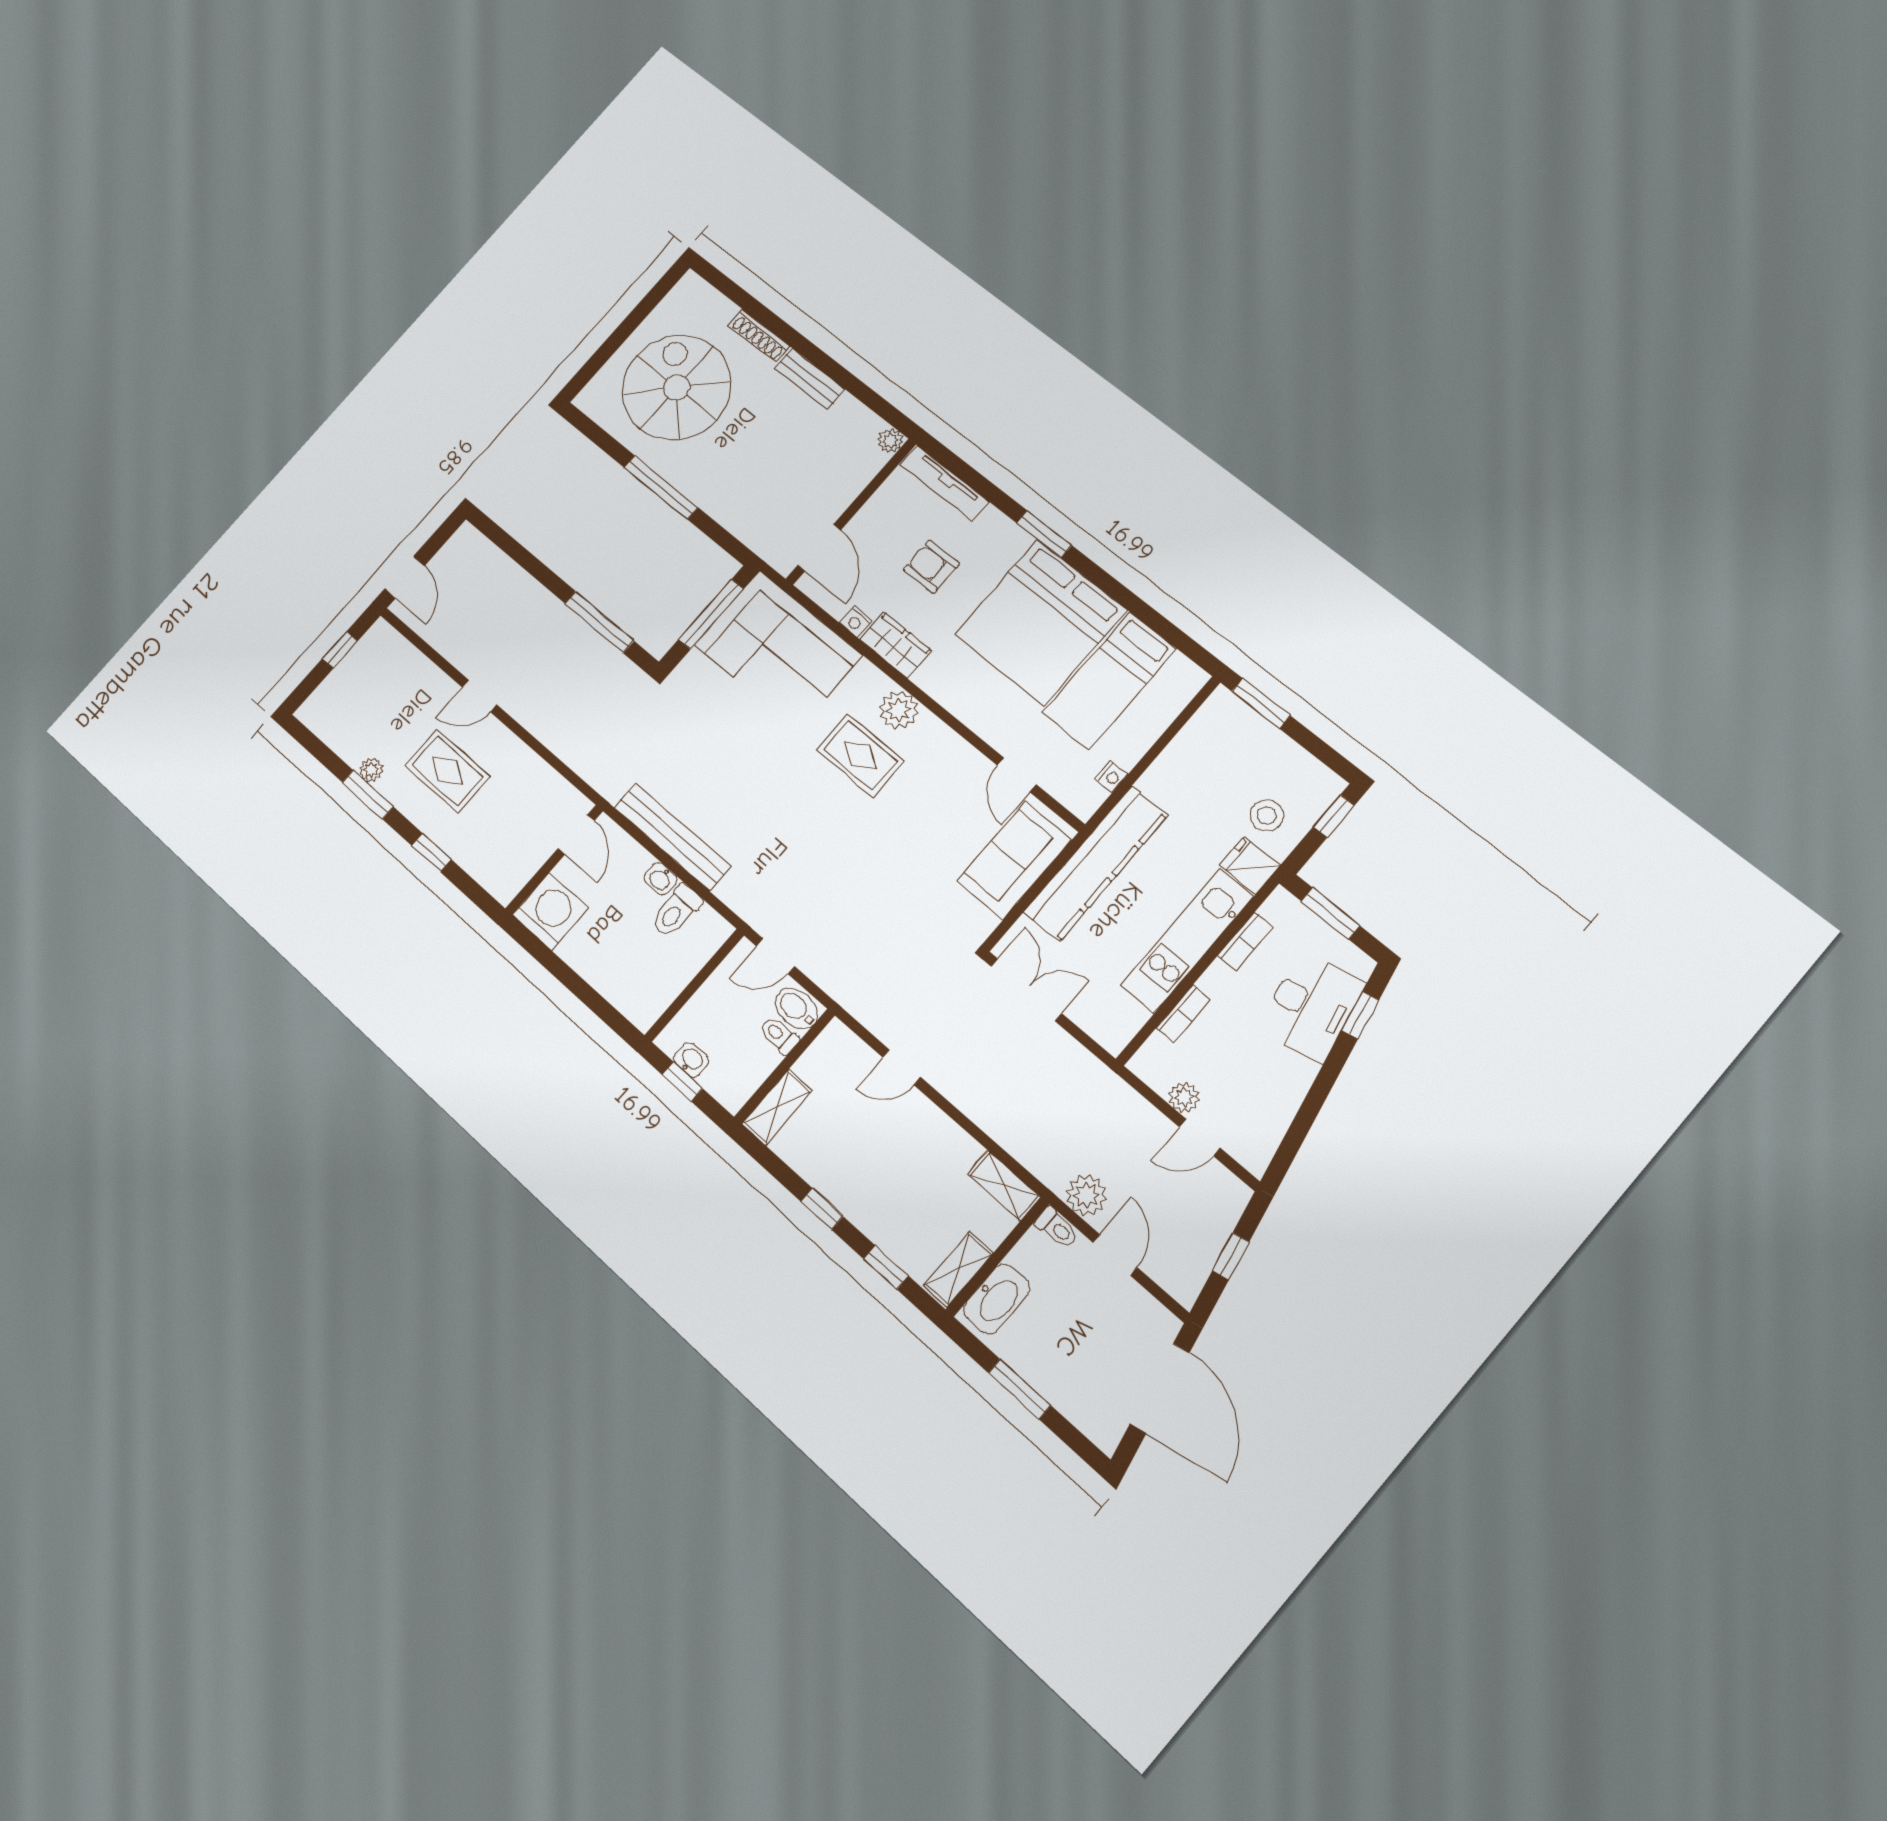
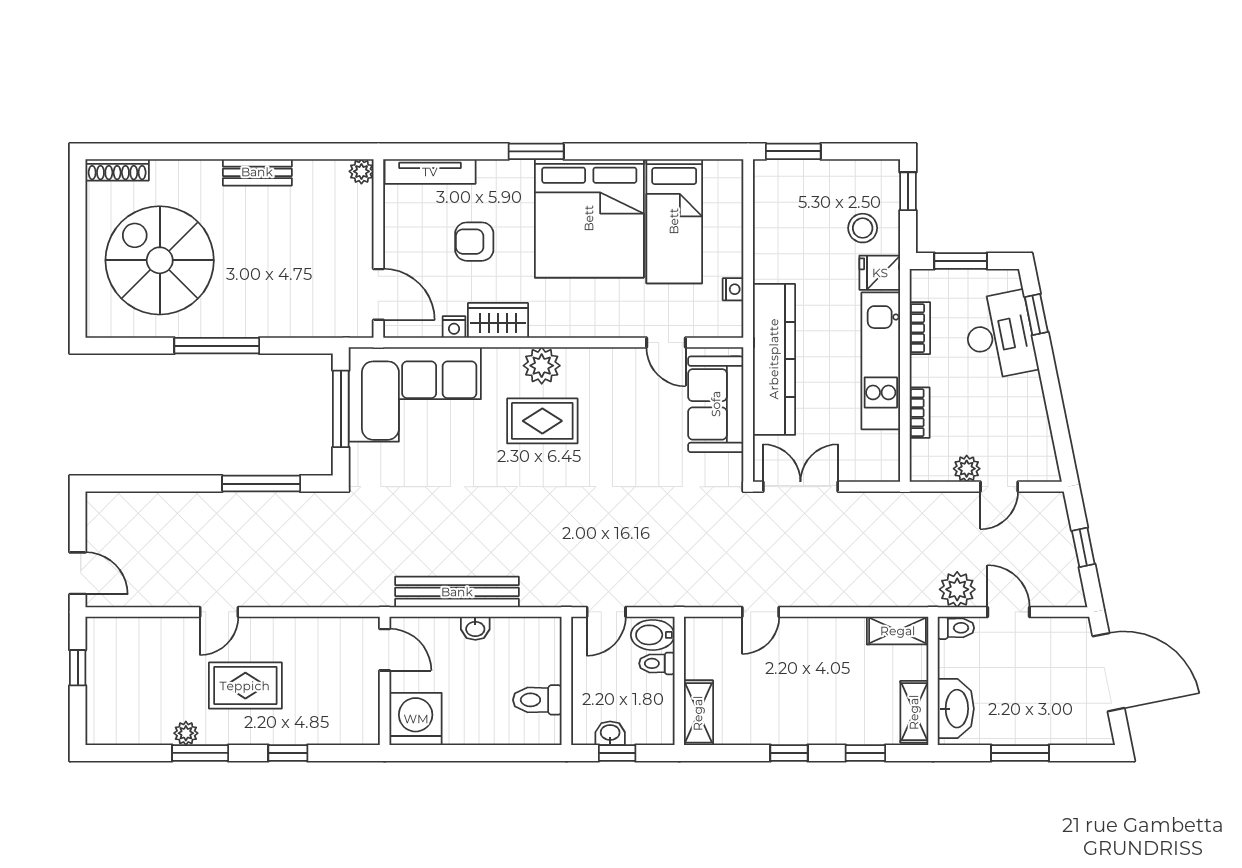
shoe rack: (759, 336) -> (117, 170), moved
toilet: (676, 911) -> (537, 700), moved, turned 90

